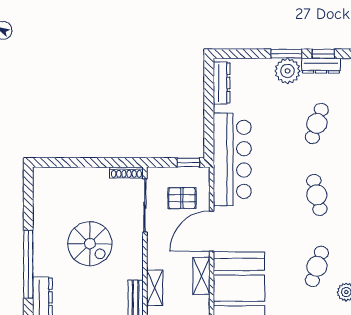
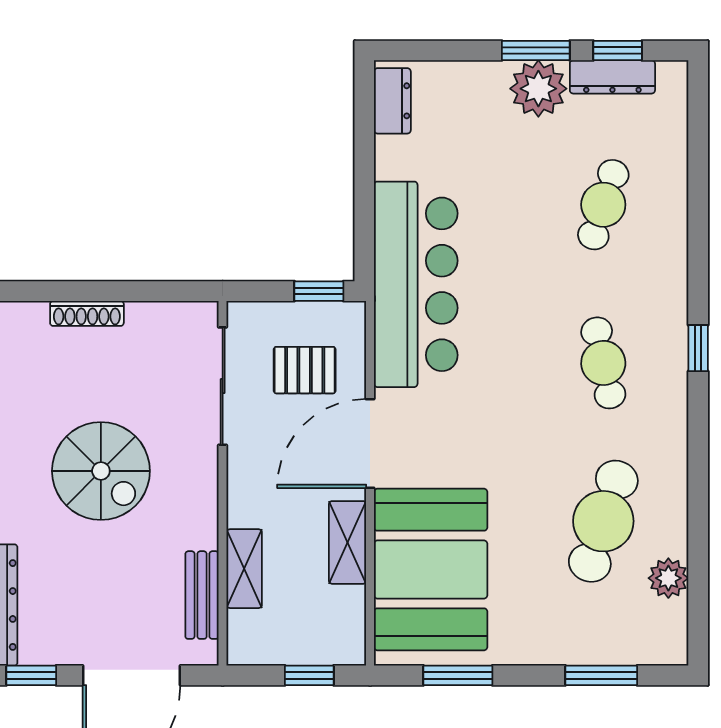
dresser: (222, 83) -> (392, 101), width x0.70
shoe rack: (126, 172) -> (87, 313), moved
cafe table: (317, 266) -> (603, 521), width x1.37, depth x1.35

